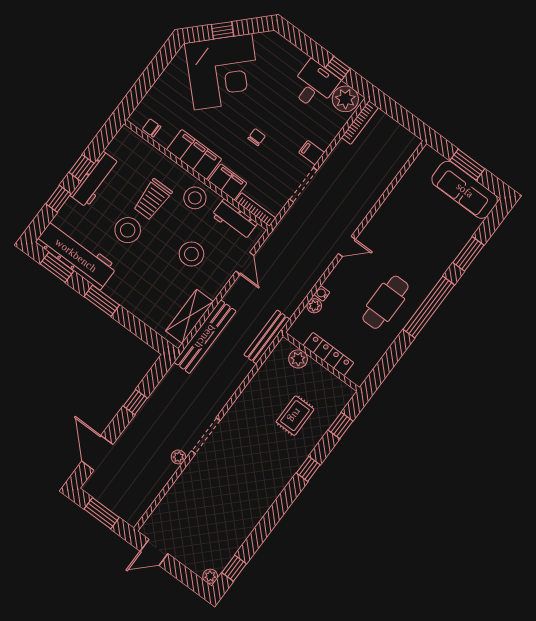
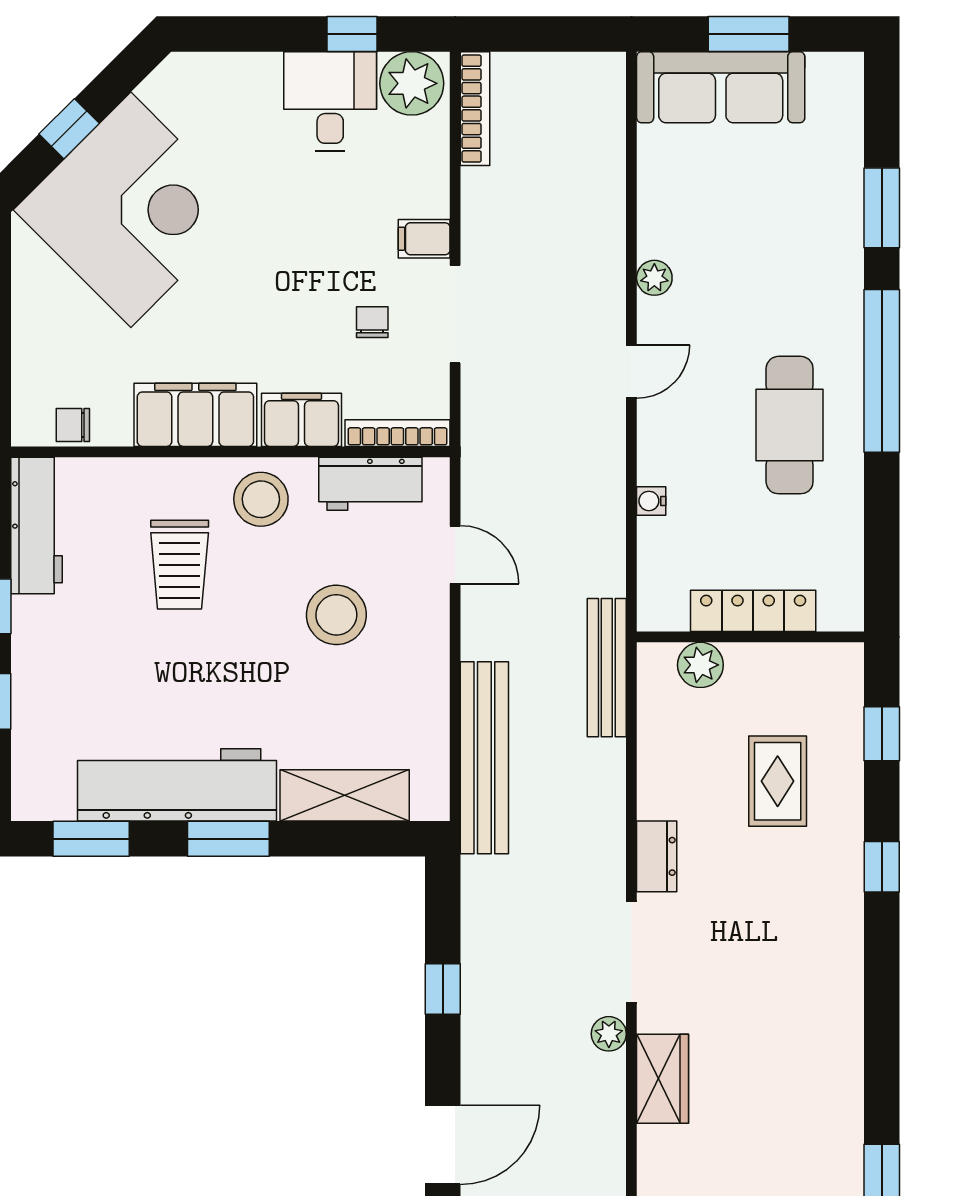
chair: (257, 137) -> (372, 322), moved
workbench: (95, 179) -> (37, 526), moved
sofa: (465, 190) -> (721, 87), moved
stool: (128, 230) -> (176, 661), removed
workbench: (76, 255) -> (177, 785), moved
plant: (314, 306) -> (654, 278), moved
shelving: (189, 316) -> (345, 795), moved, turned 90
dresser: (237, 411) -> (657, 856), added
door: (97, 453) -> (443, 1145), swing flipped
wardrobe: (185, 485) -> (663, 1079), added

